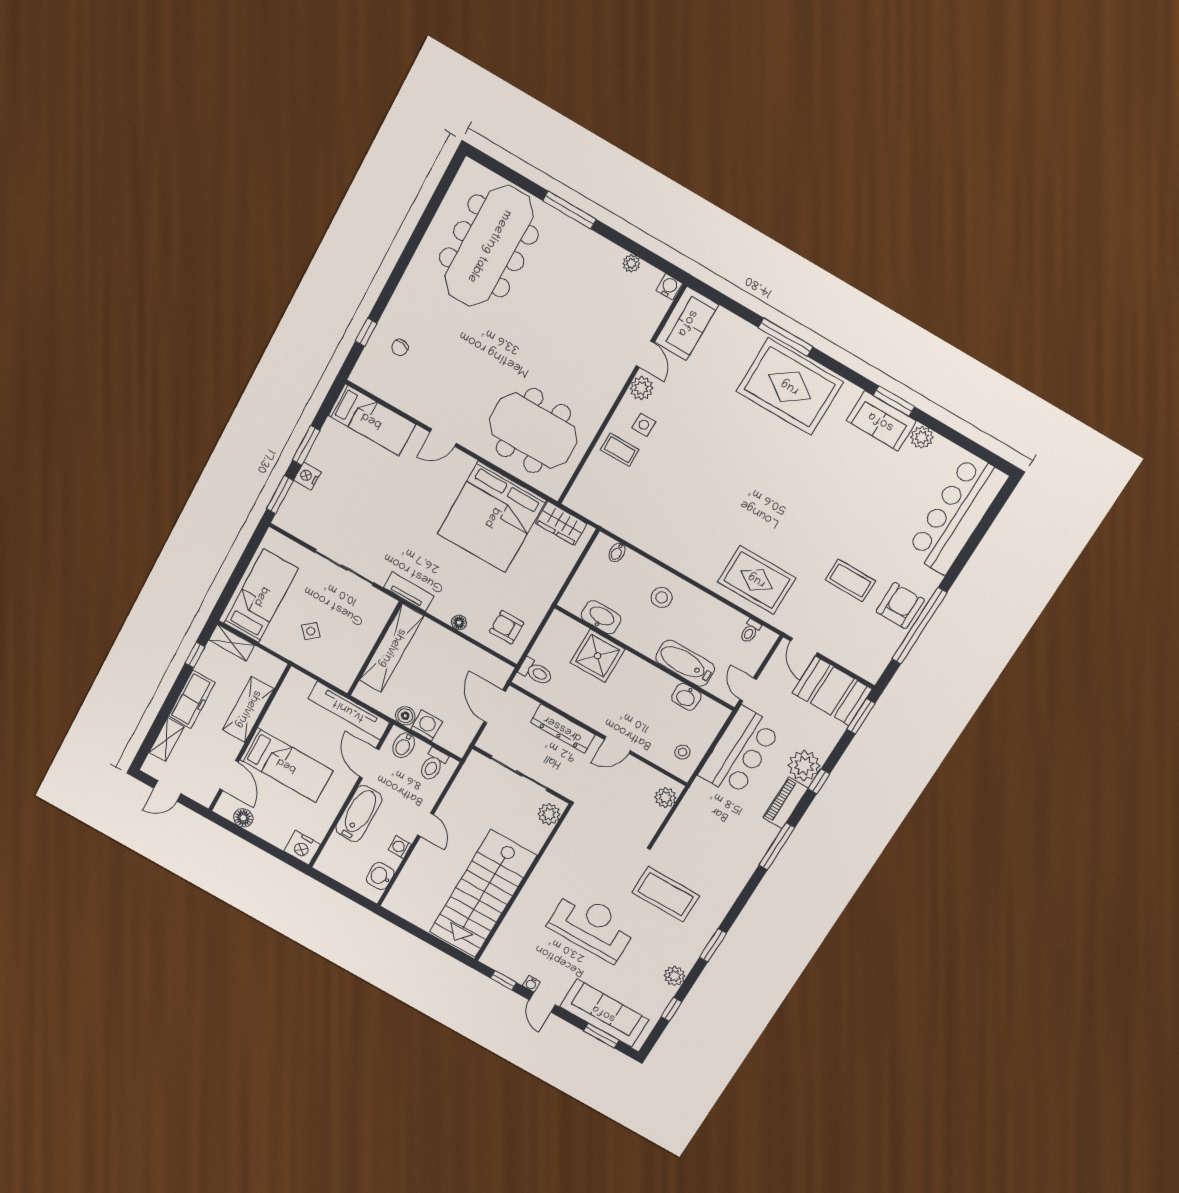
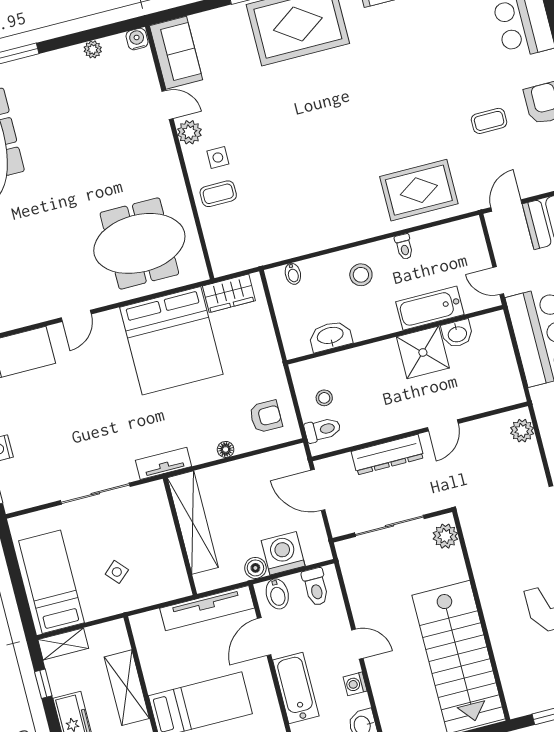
coffee table: (850, 580) -> (489, 121), width x0.73, depth x0.77
armchair: (507, 627) -> (266, 416), turned 180
toilet: (750, 631) -> (404, 247), moved
door: (804, 647) -> (506, 205), swing flipped
shower: (598, 656) -> (423, 352), moved
washing machine: (427, 725) -> (283, 553), width x1.37, depth x1.37
stool: (682, 752) -> (324, 398), moved
door: (369, 763) -> (264, 637), hinge flipped

